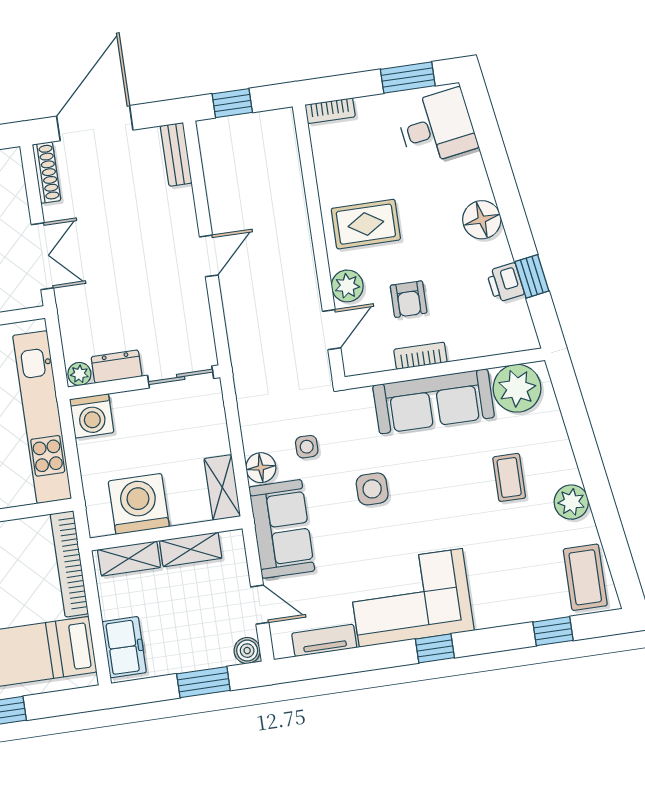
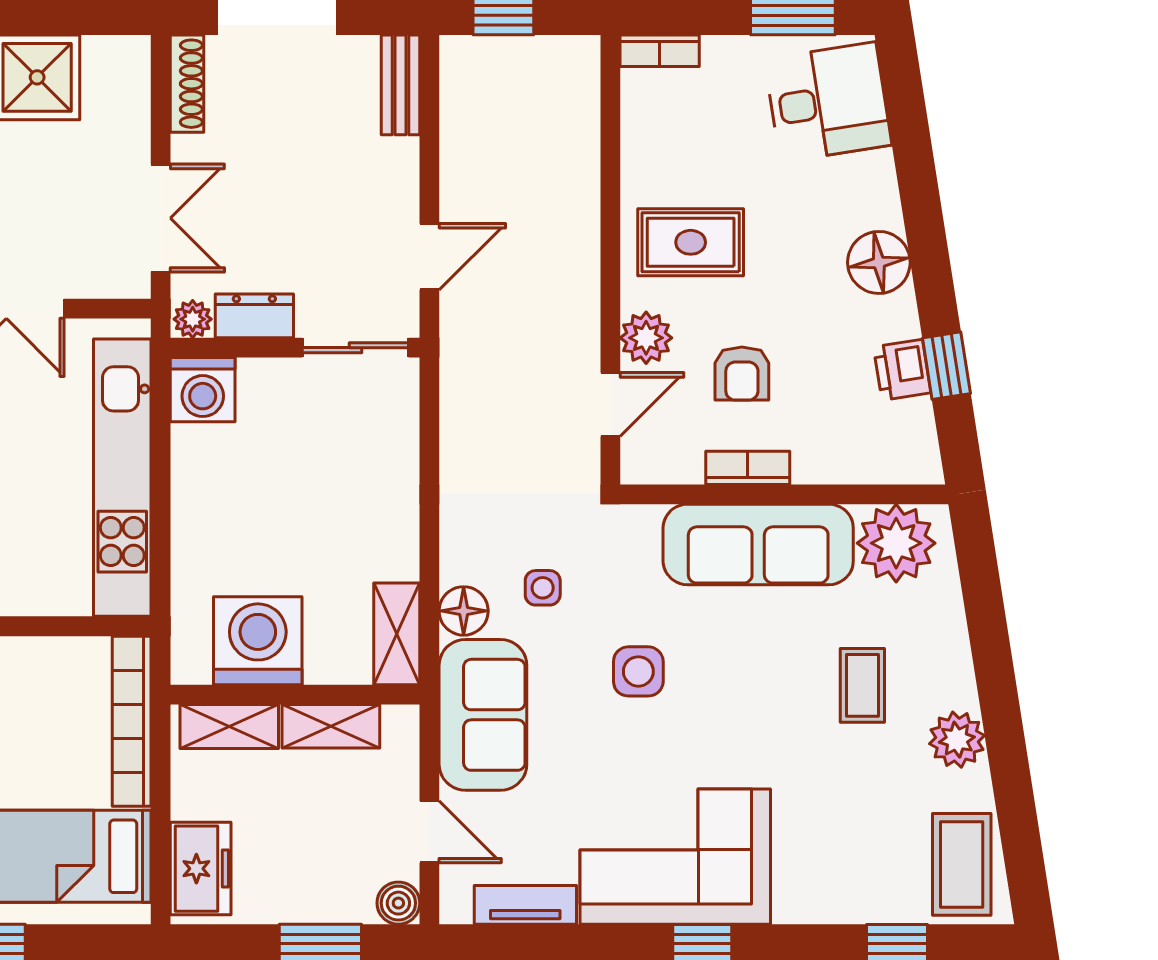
dresser: (117, 367) -> (254, 316), moved
plant: (79, 374) -> (193, 319), moved
sliding door: (181, 377) -> (355, 348), moved
wall: (144, 382) -> (295, 348), moved
washing machine: (92, 416) -> (203, 390), moved

